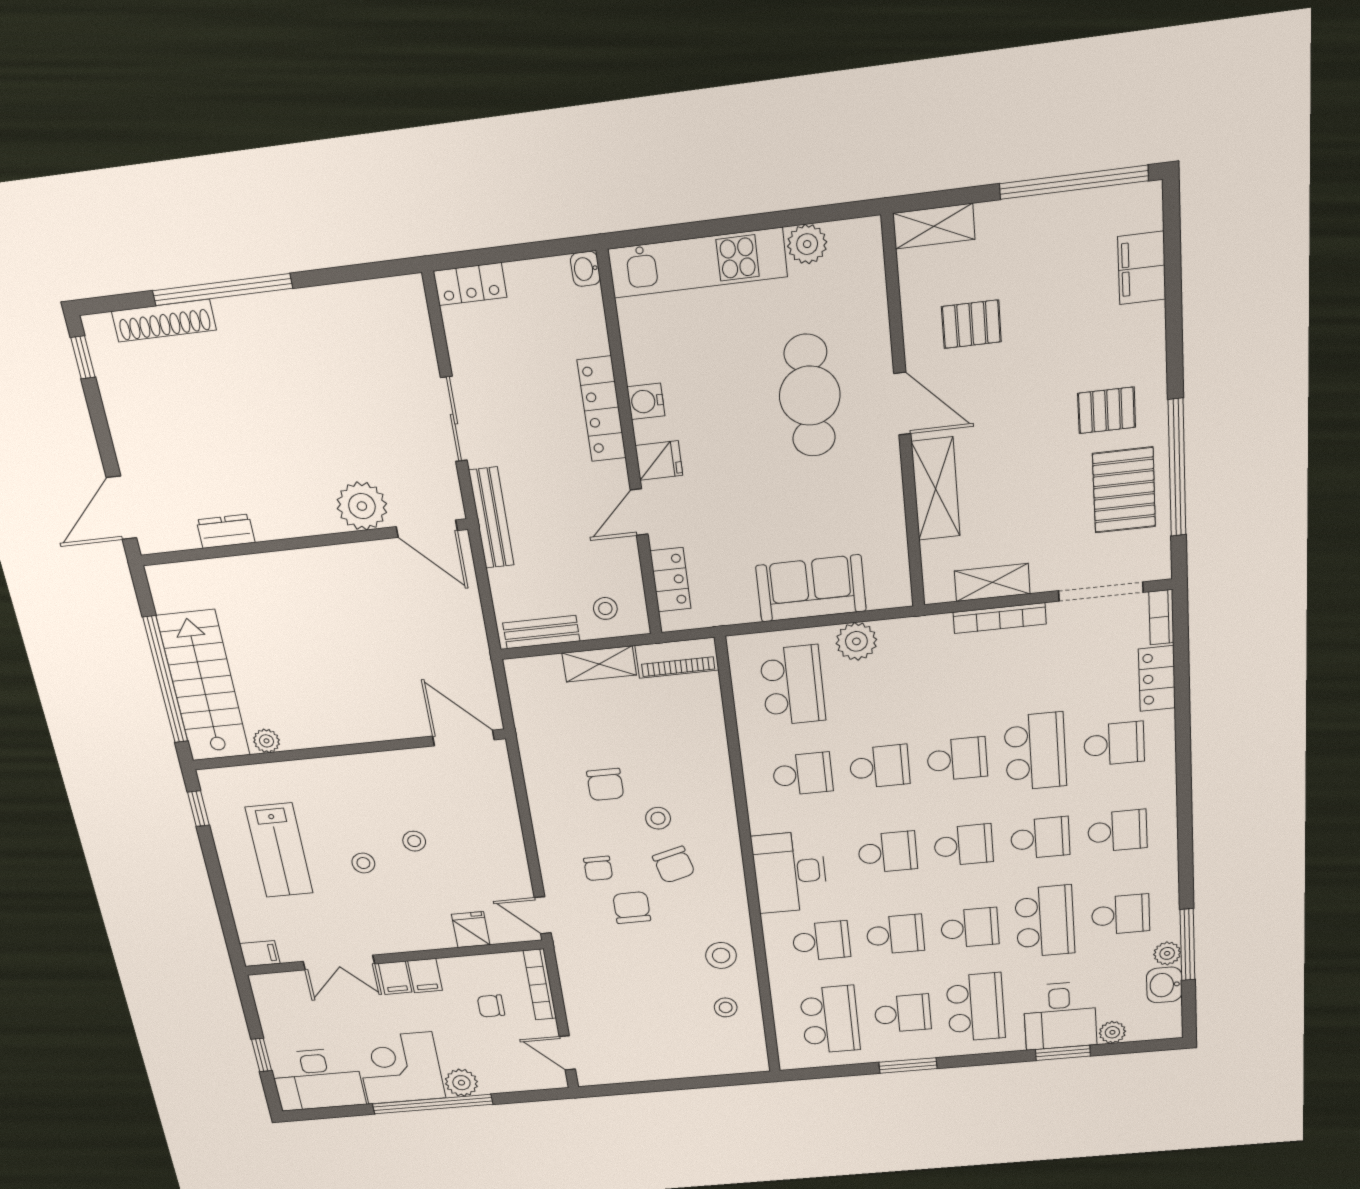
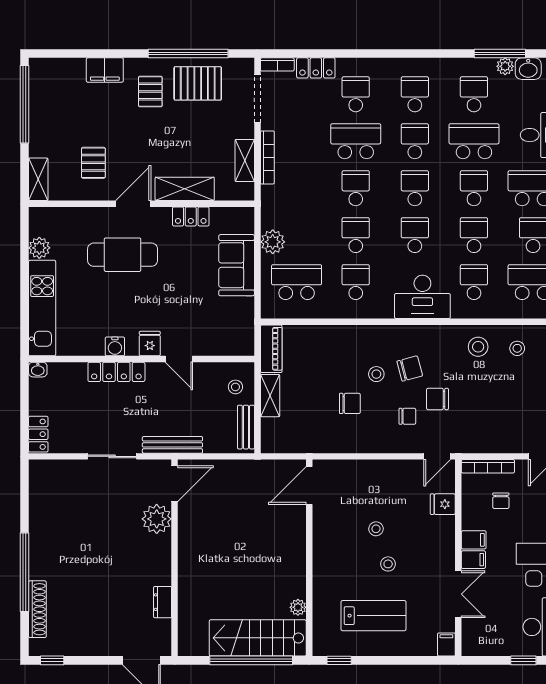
filing cabinet: (1142, 268) -> (105, 70), moved
locker: (671, 580) -> (191, 216), moved, turned 180

